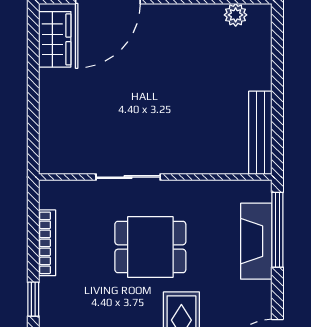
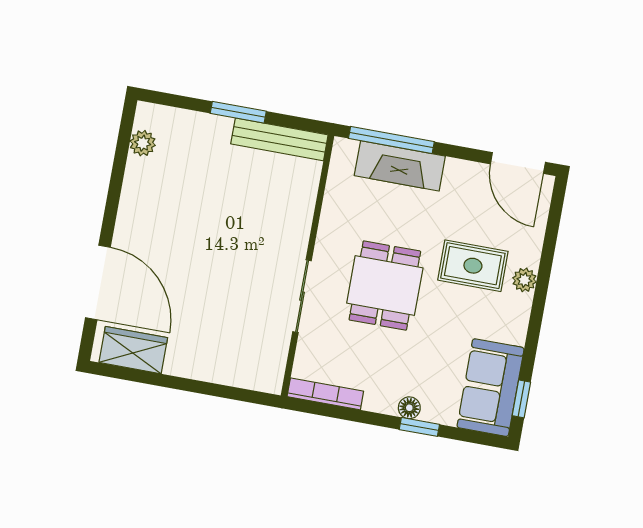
window: (277, 93) -> (238, 112), added
bookcase: (47, 243) -> (325, 394), moved
floor lamp: (48, 287) -> (409, 408), added

